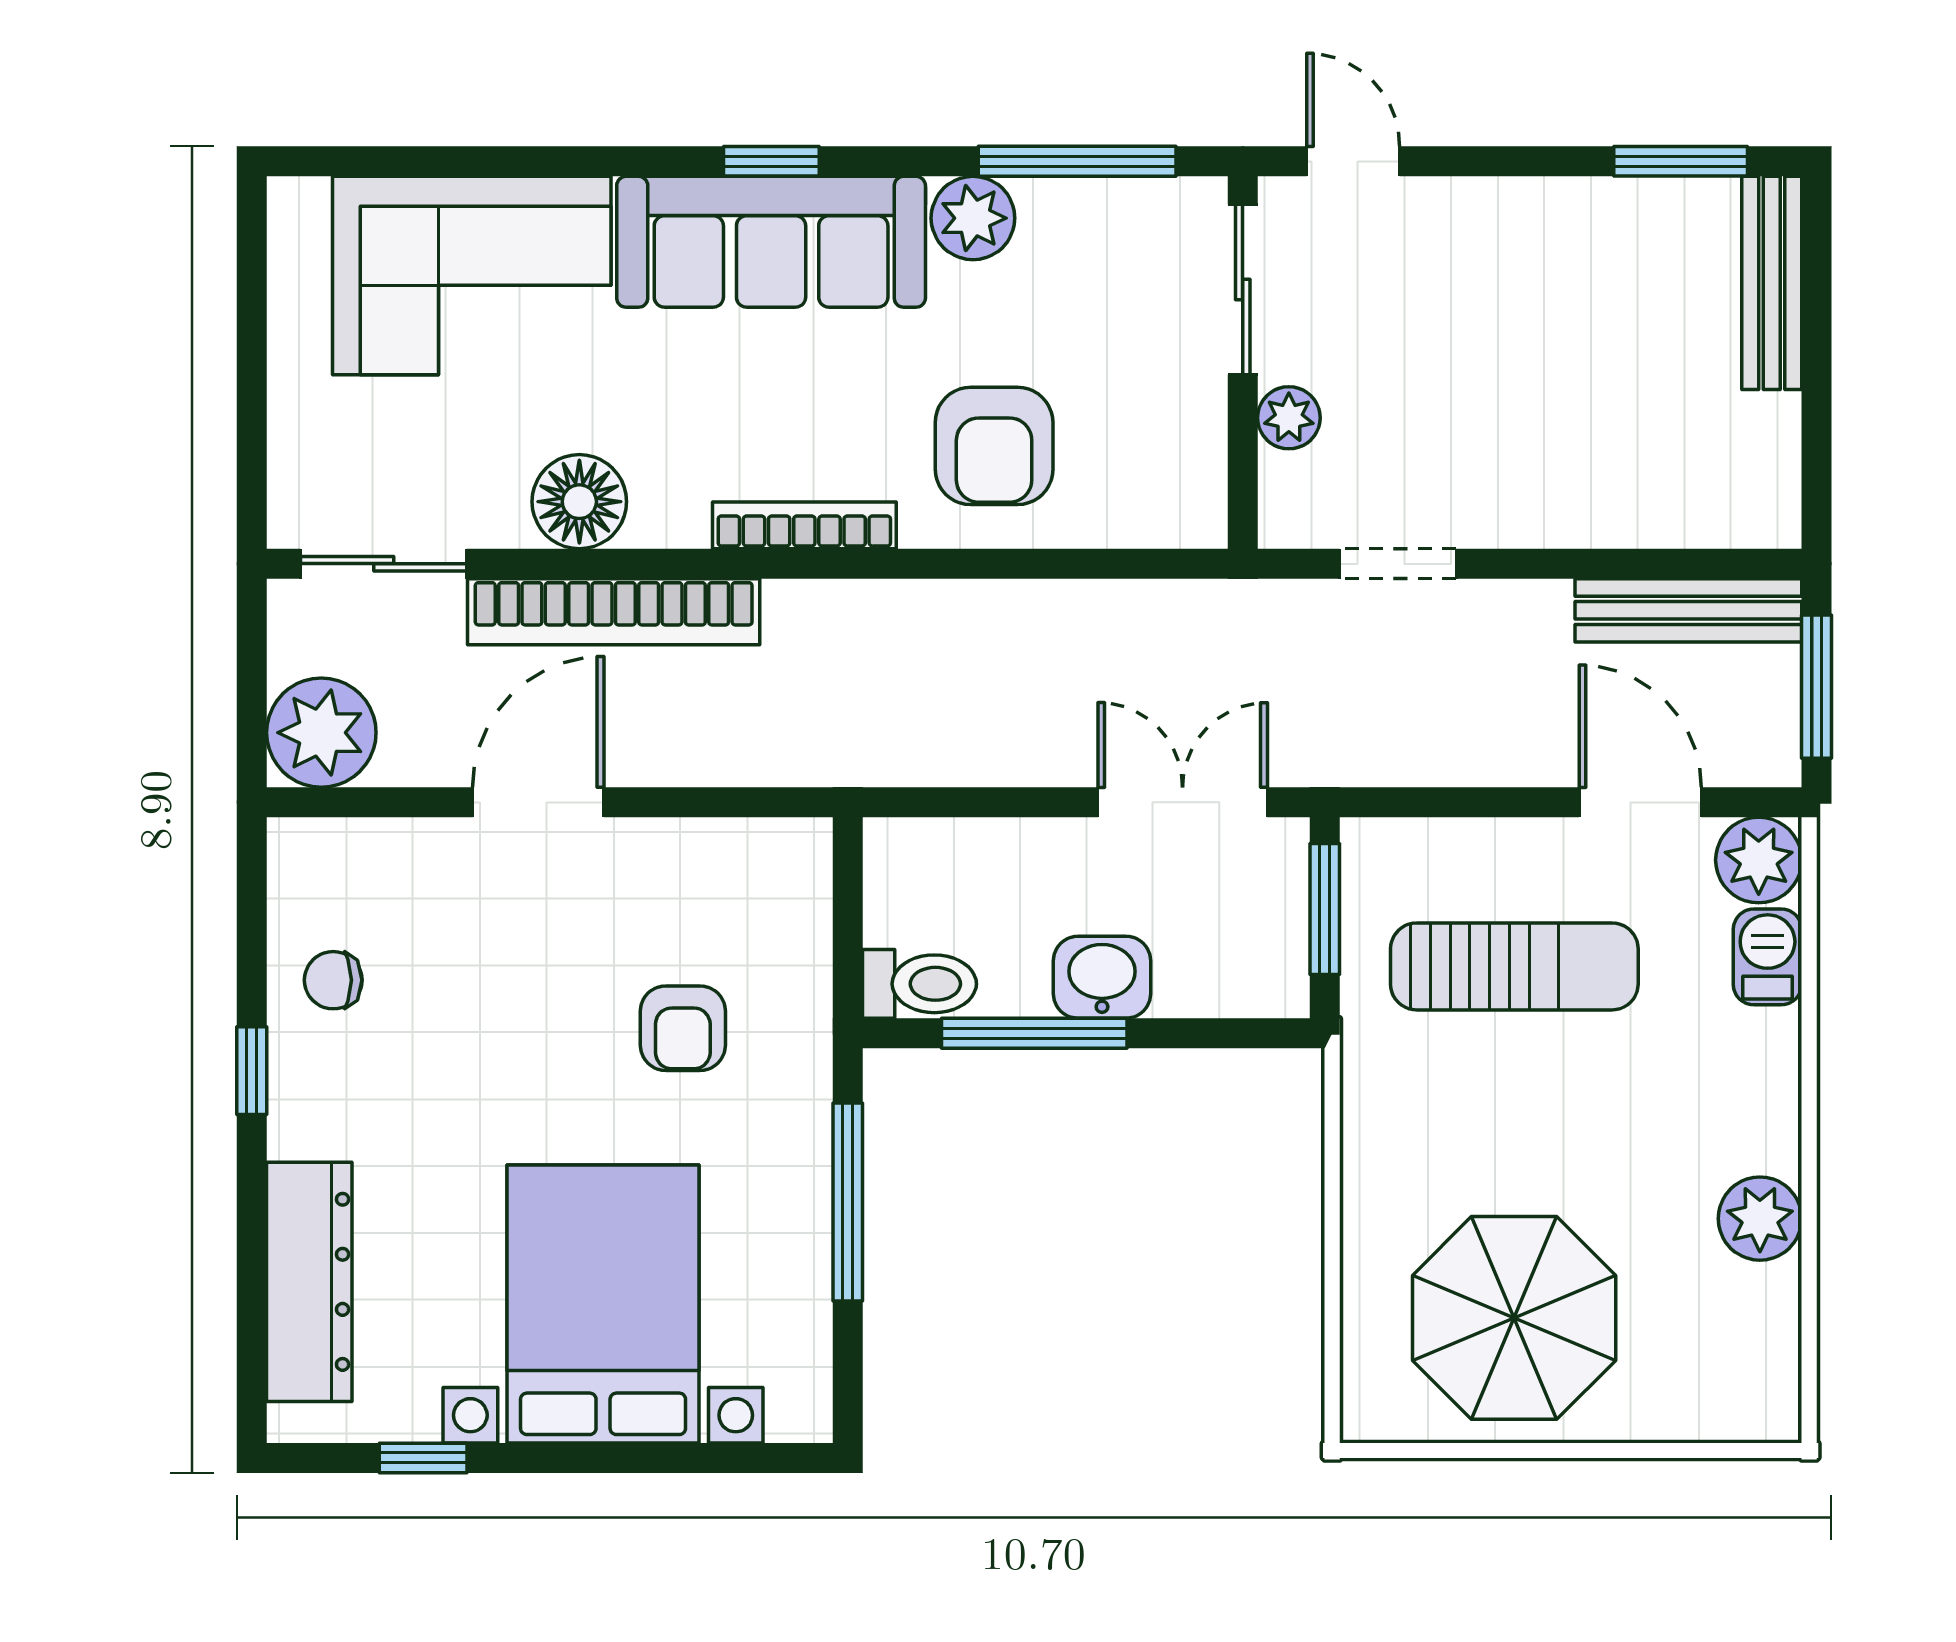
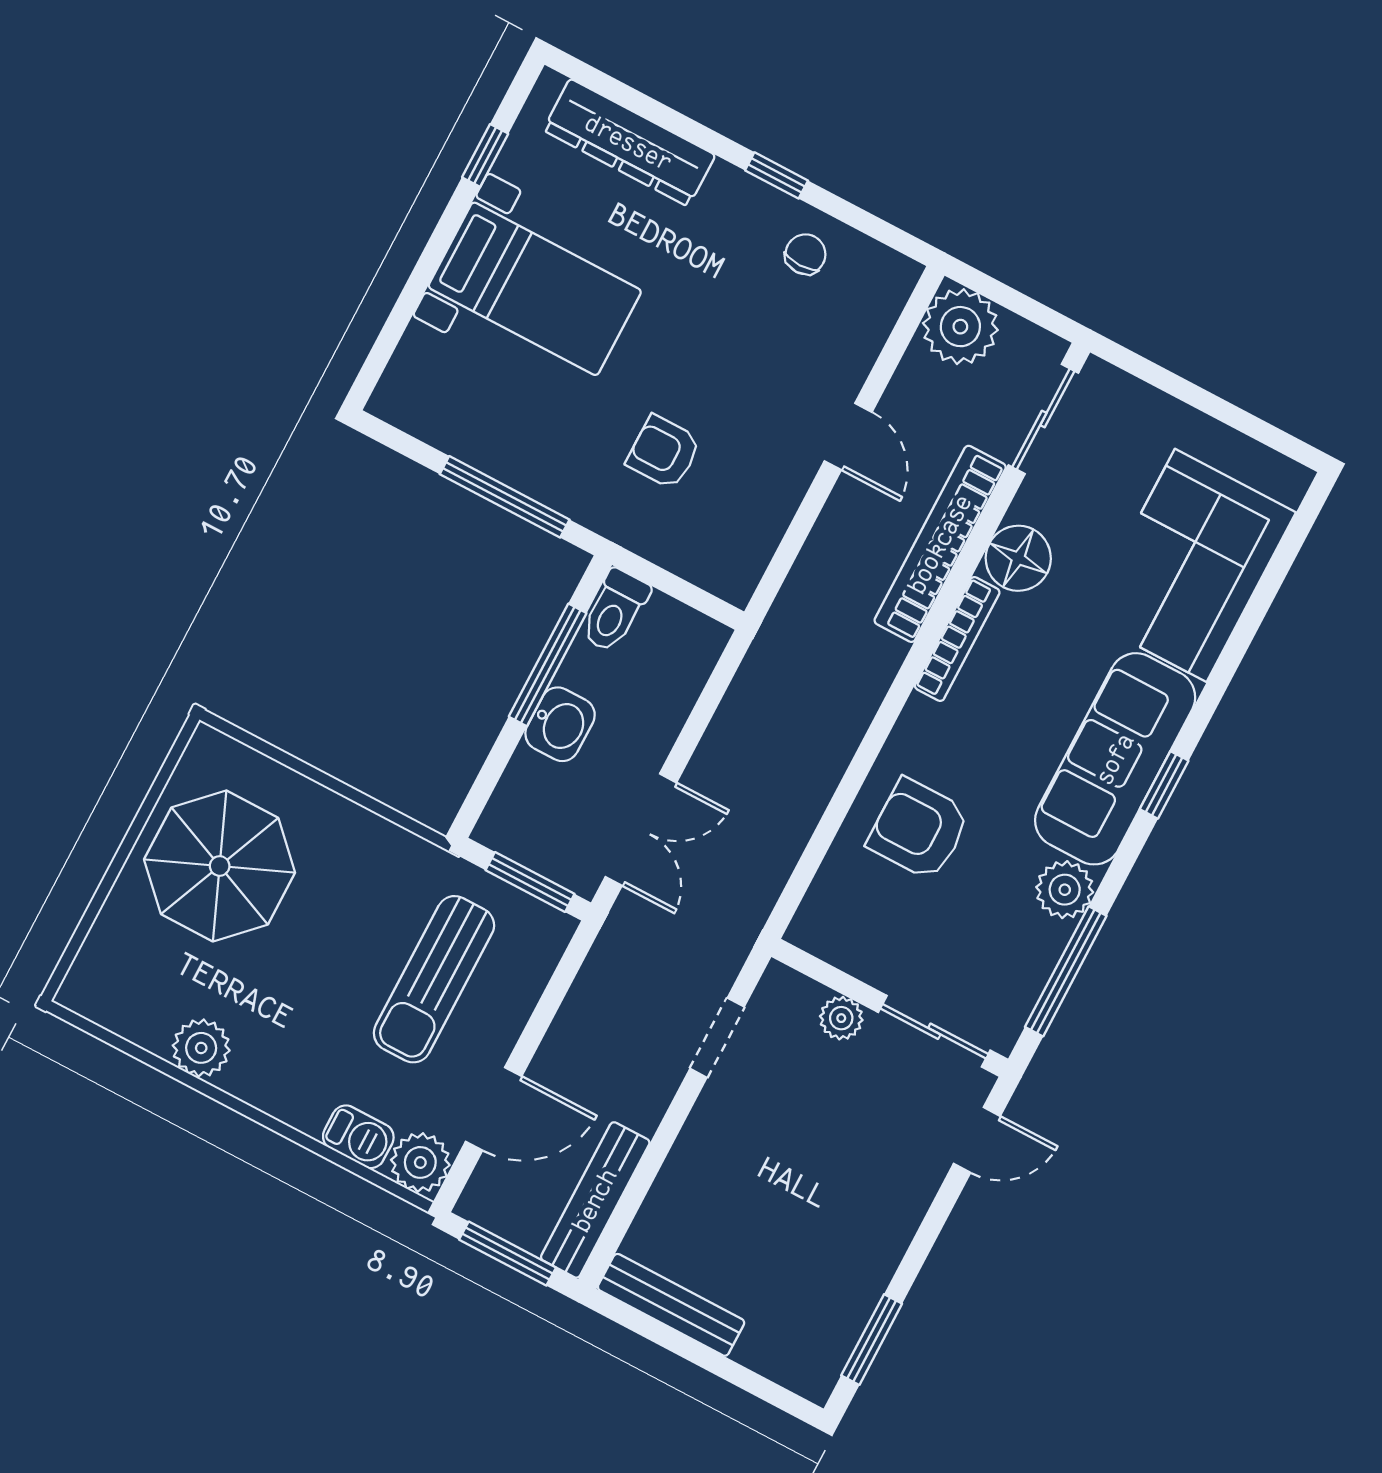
bench: (1772, 283) -> (671, 1305), moved
bookcase: (804, 525) -> (957, 639), moved
door: (538, 802) -> (848, 437), width x0.73
bed with nightstands: (603, 1304) -> (535, 289), width x0.73

